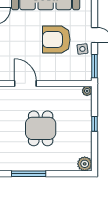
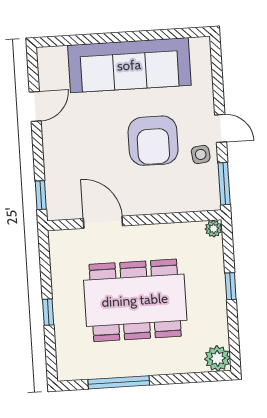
armchair: (56, 40) -> (153, 141), turned -90
dining table: (41, 128) -> (135, 300), width x1.88, depth x1.24

